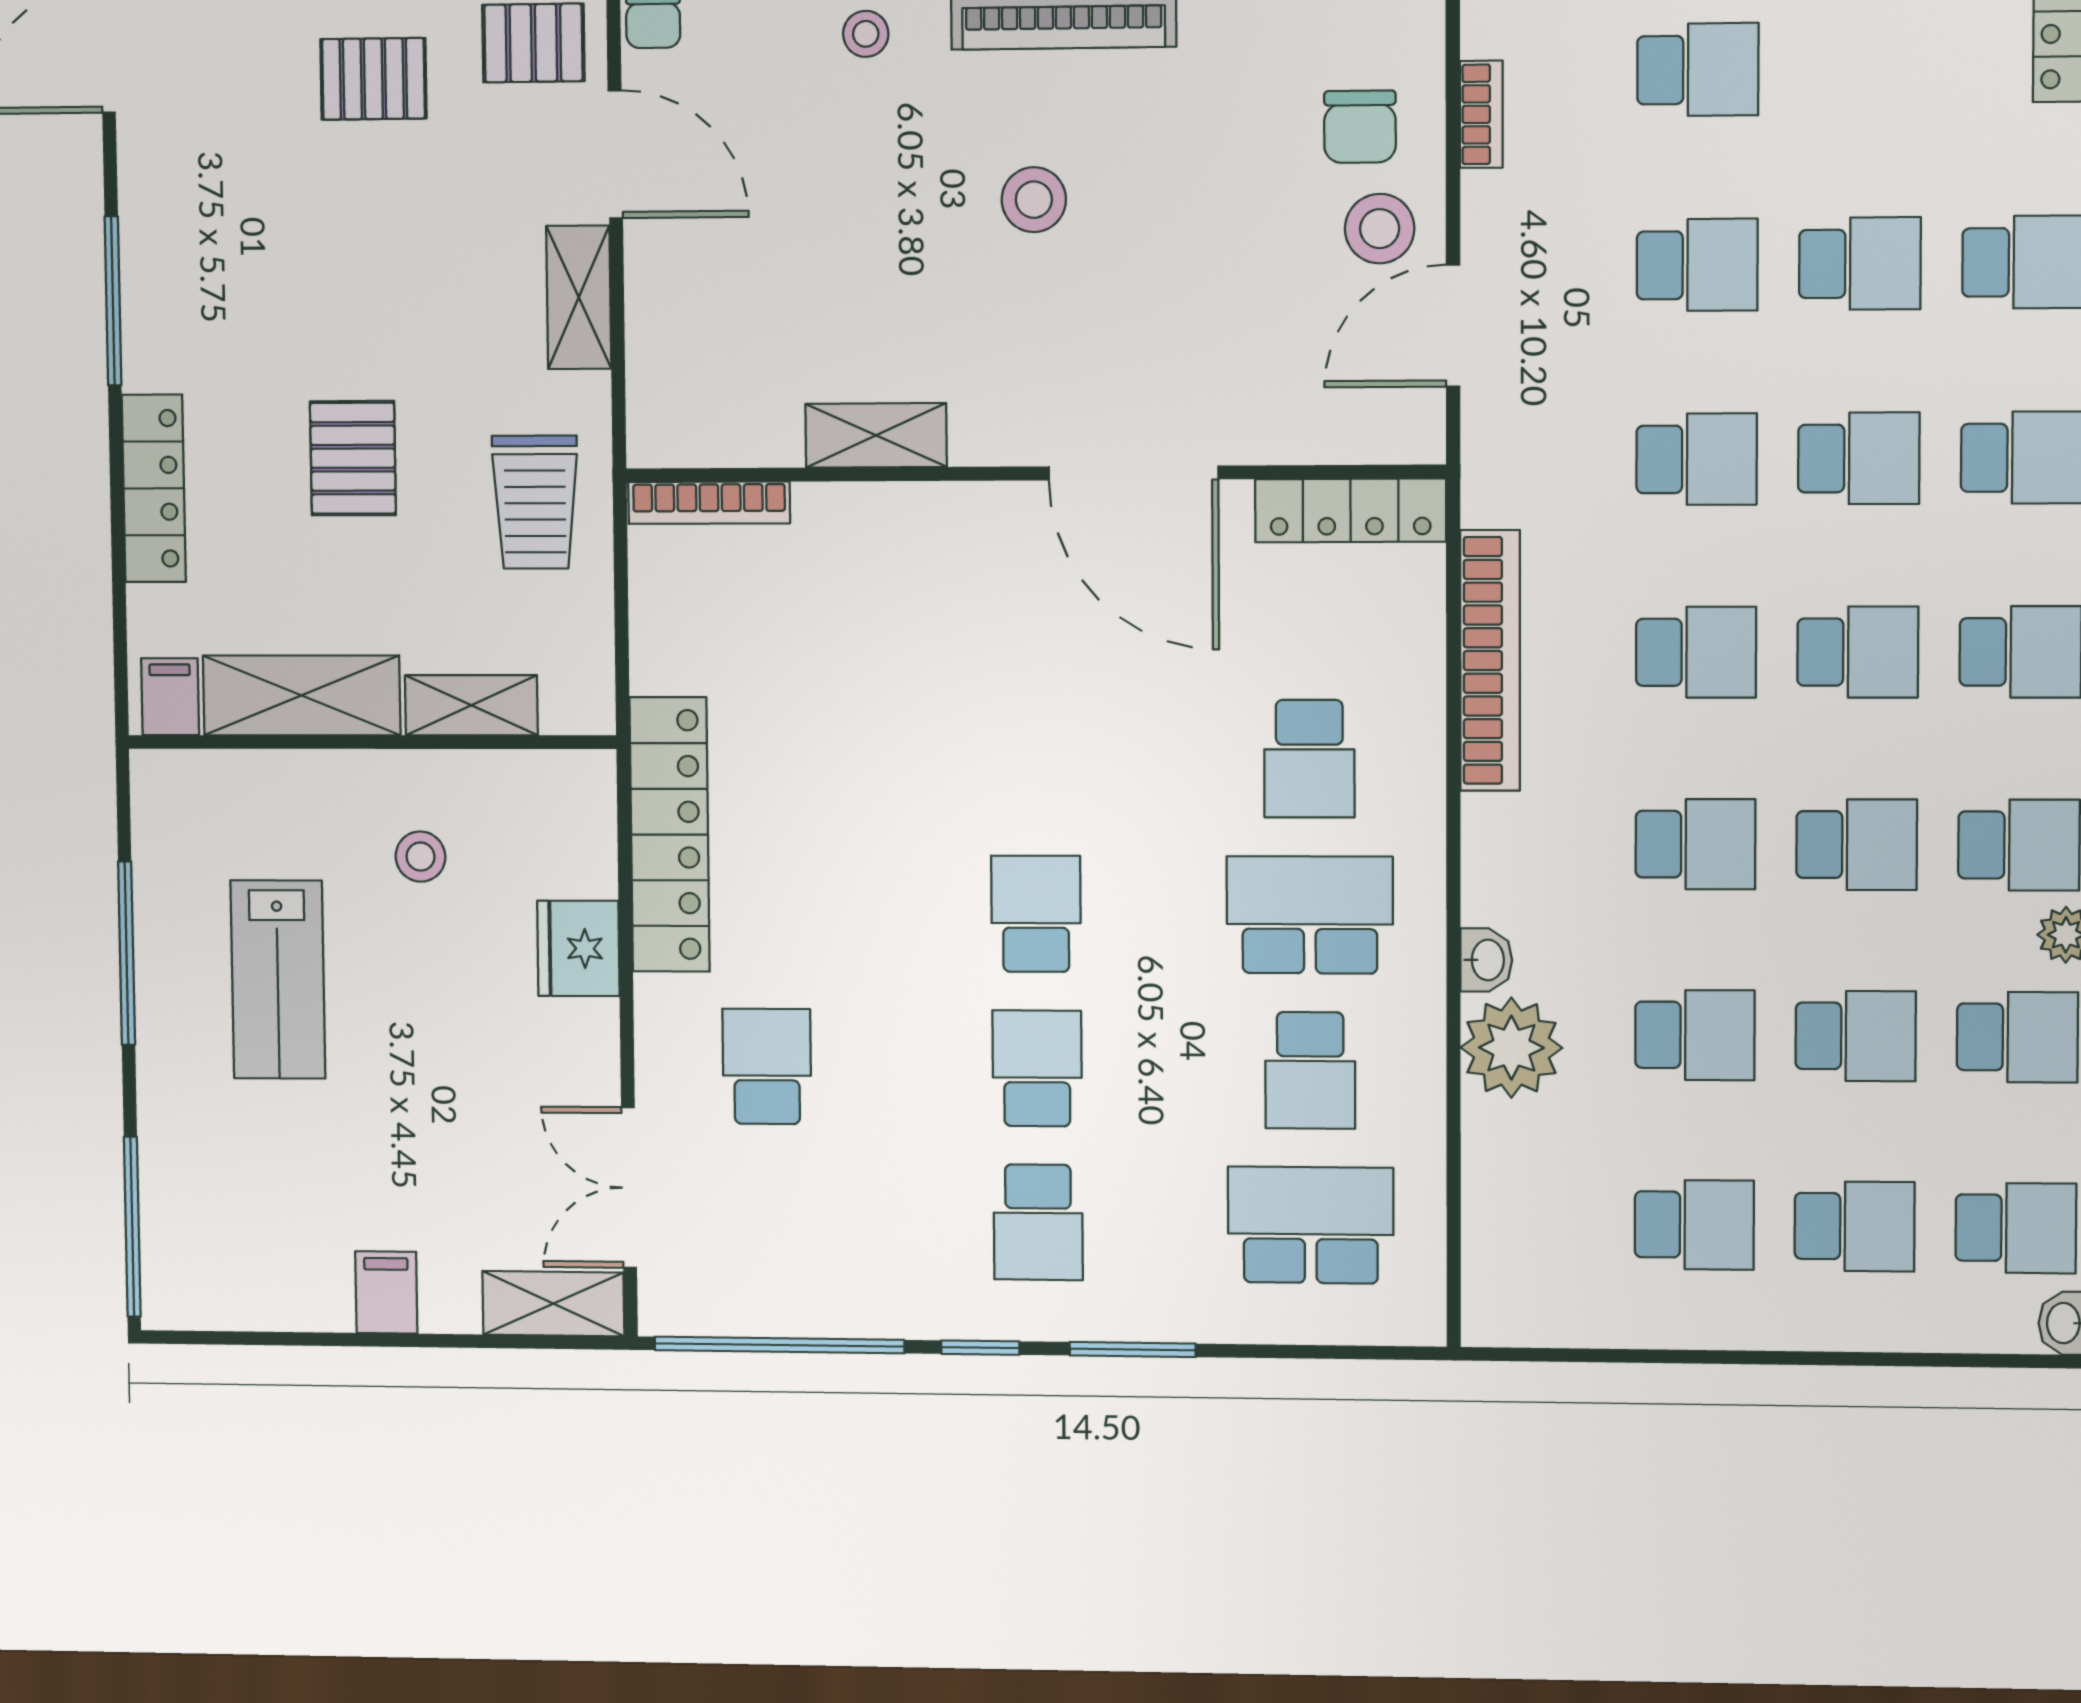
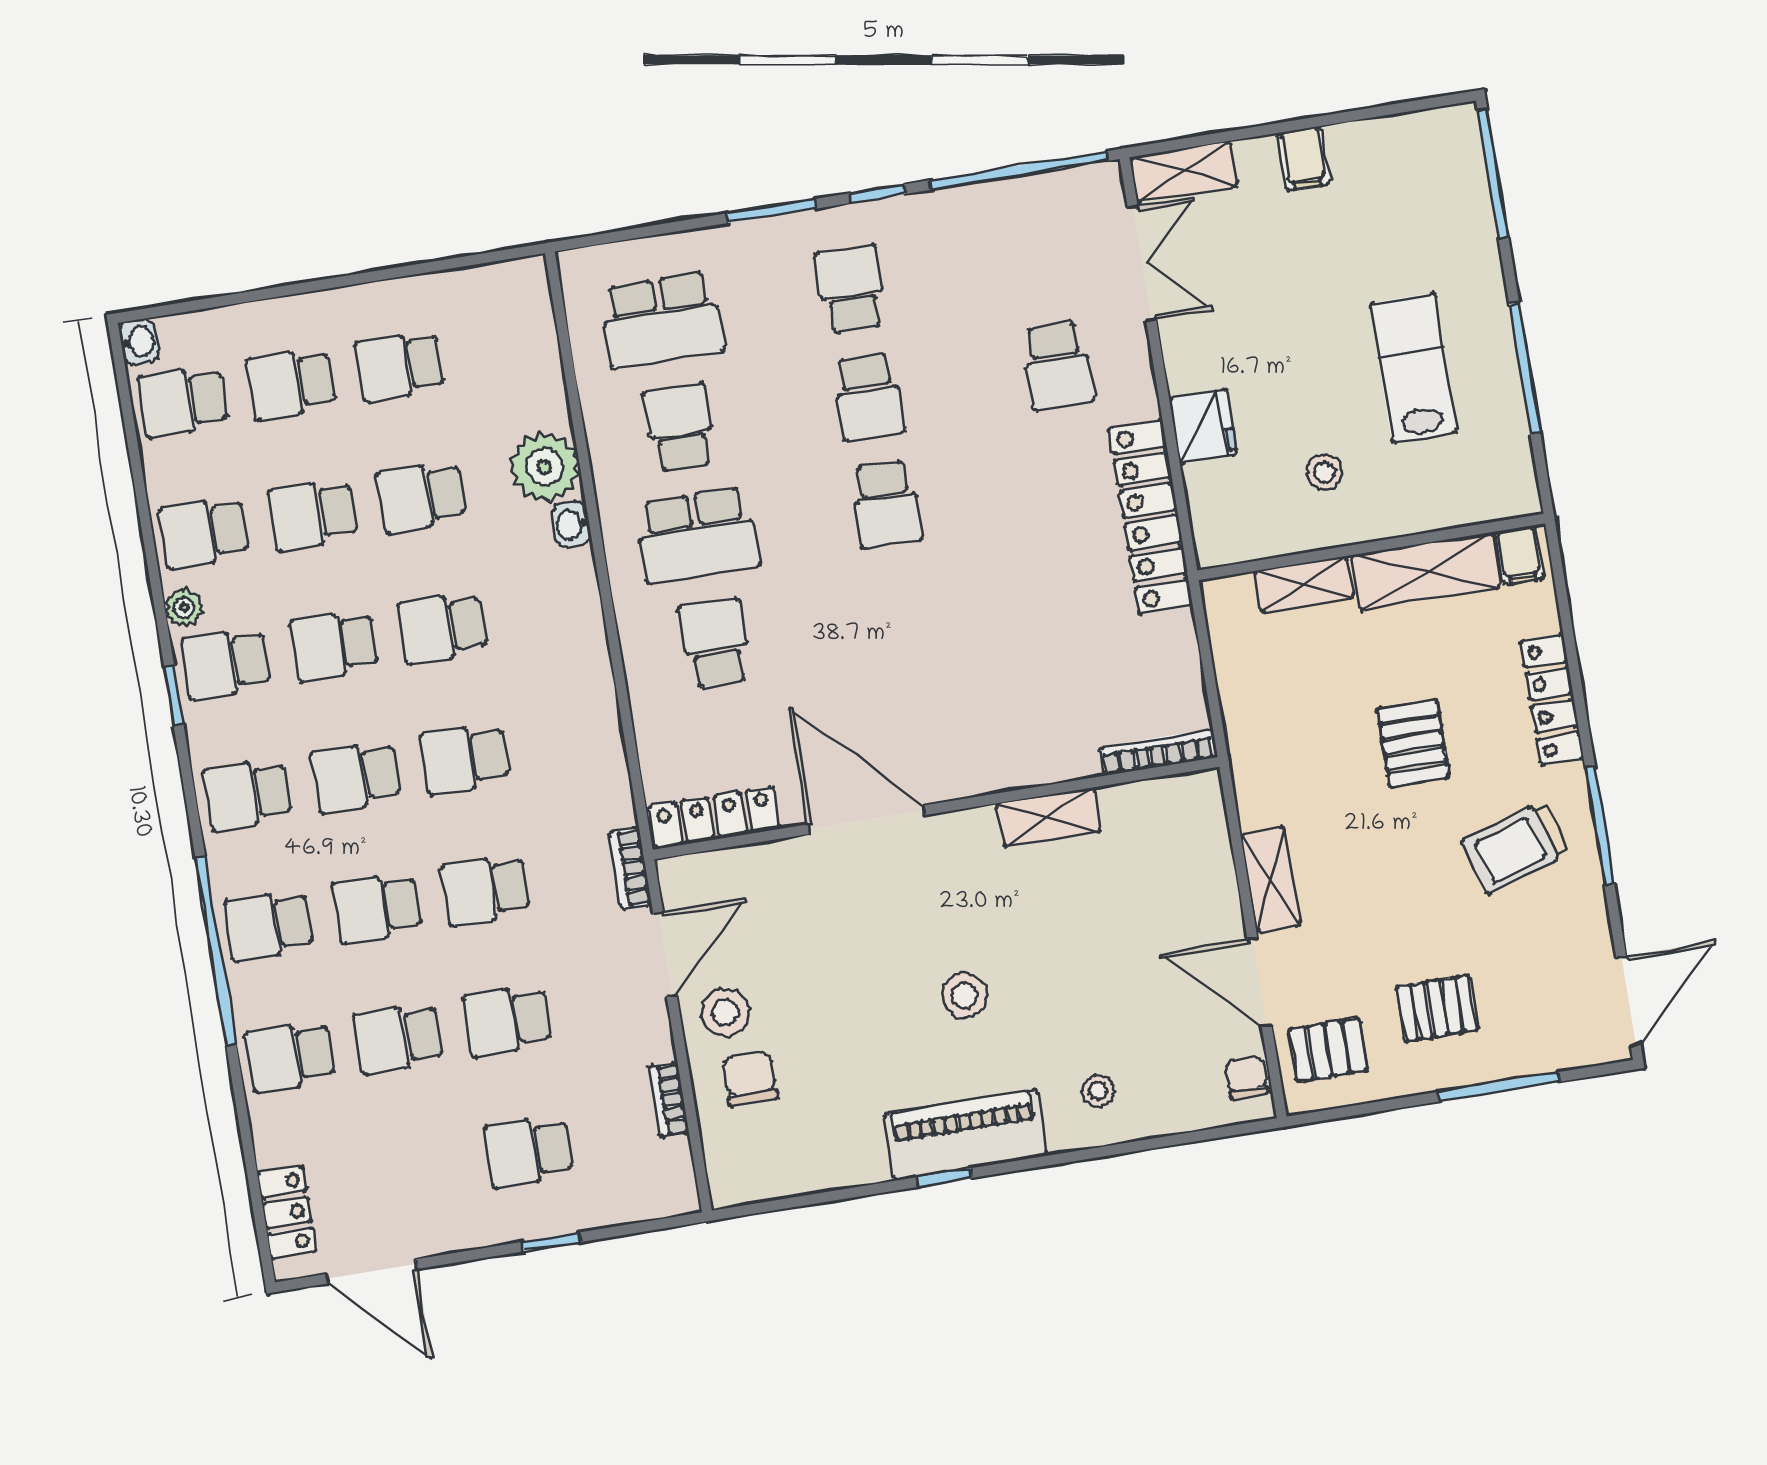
trolley: (535, 502) -> (1516, 848), moved, turned -107
bookcase: (1490, 661) -> (630, 868), moved, width x0.43, depth x0.76

